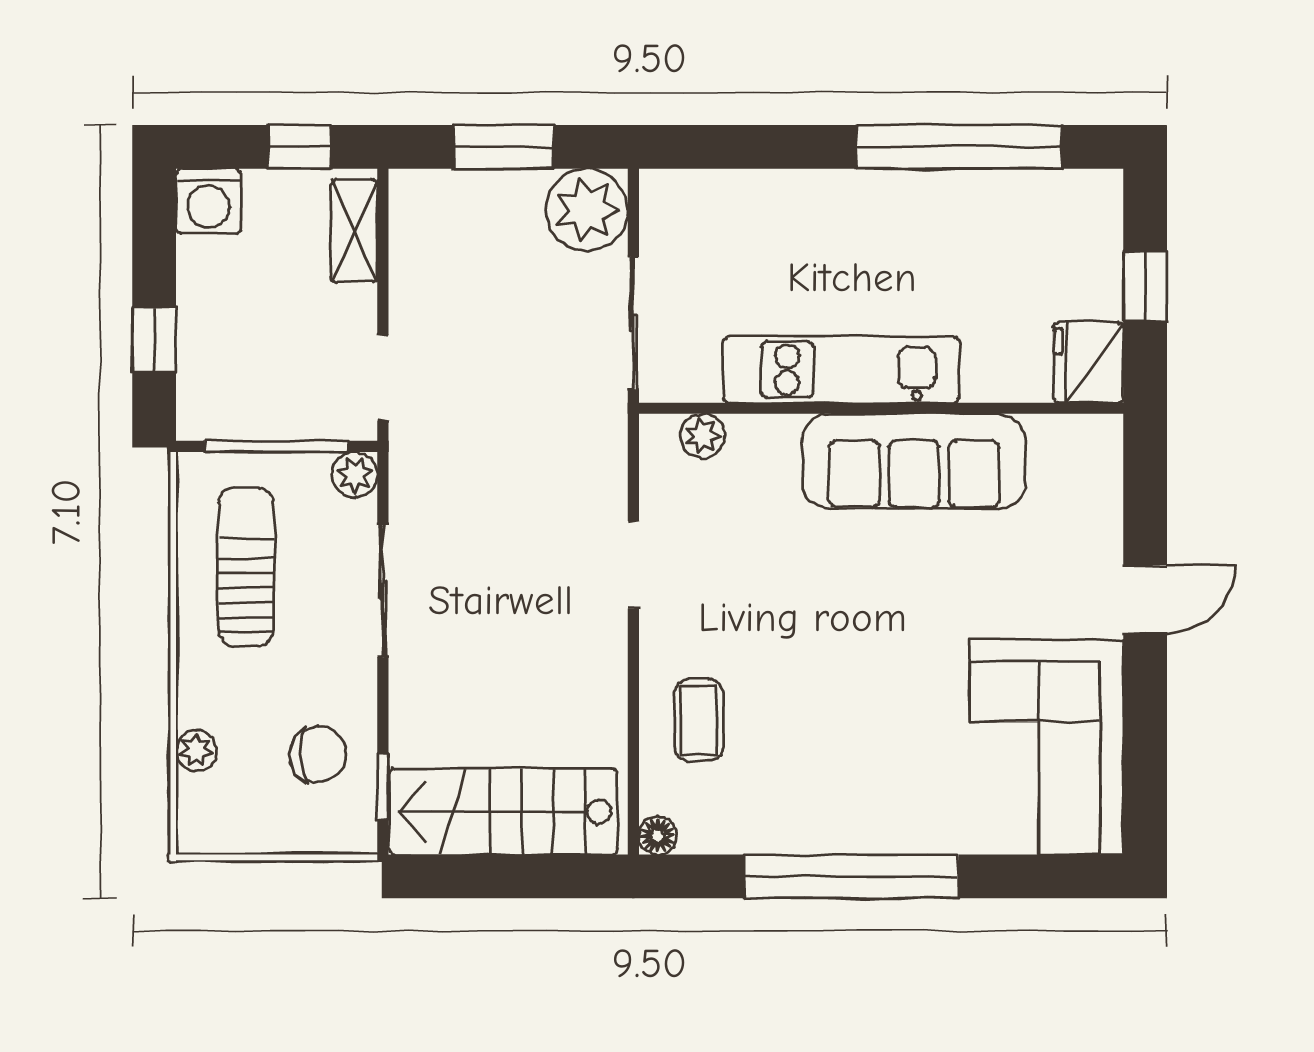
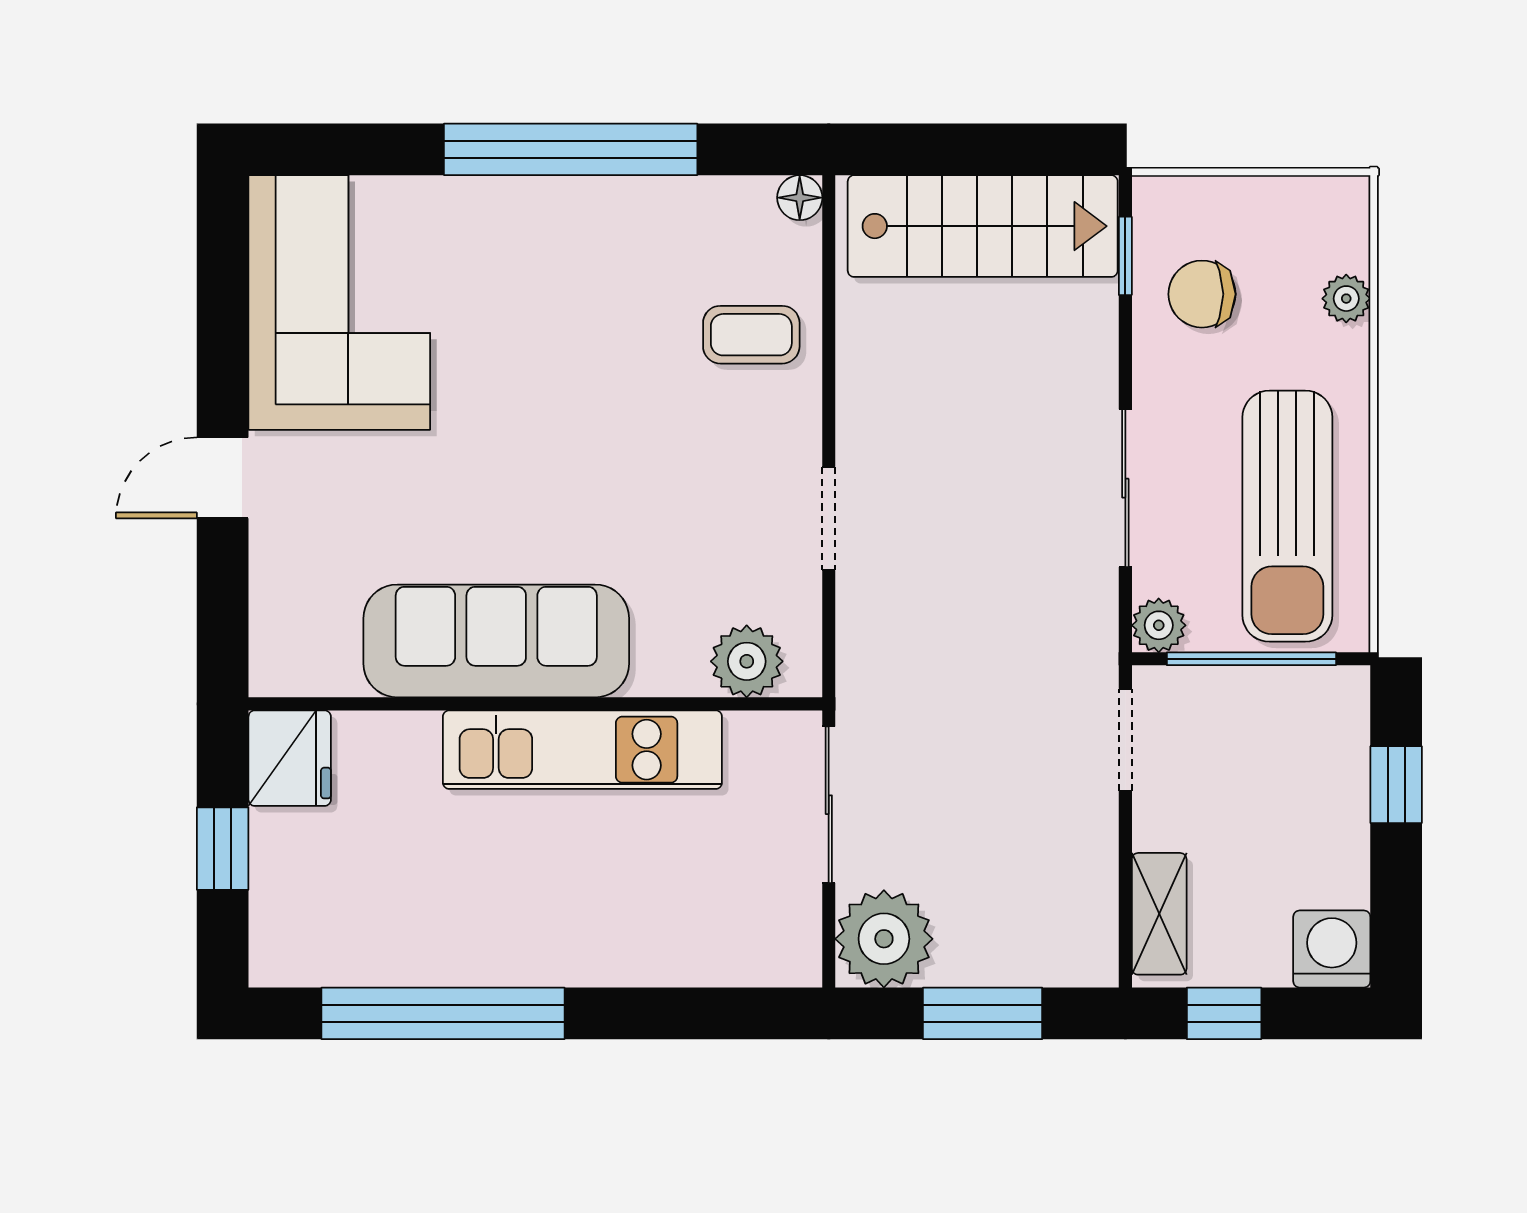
plant: (703, 436) -> (747, 661), width x1.38, depth x1.38
sun lounger: (246, 567) -> (1287, 516), width x1.36, depth x1.34
coffee table: (699, 720) -> (751, 335), turned 90

